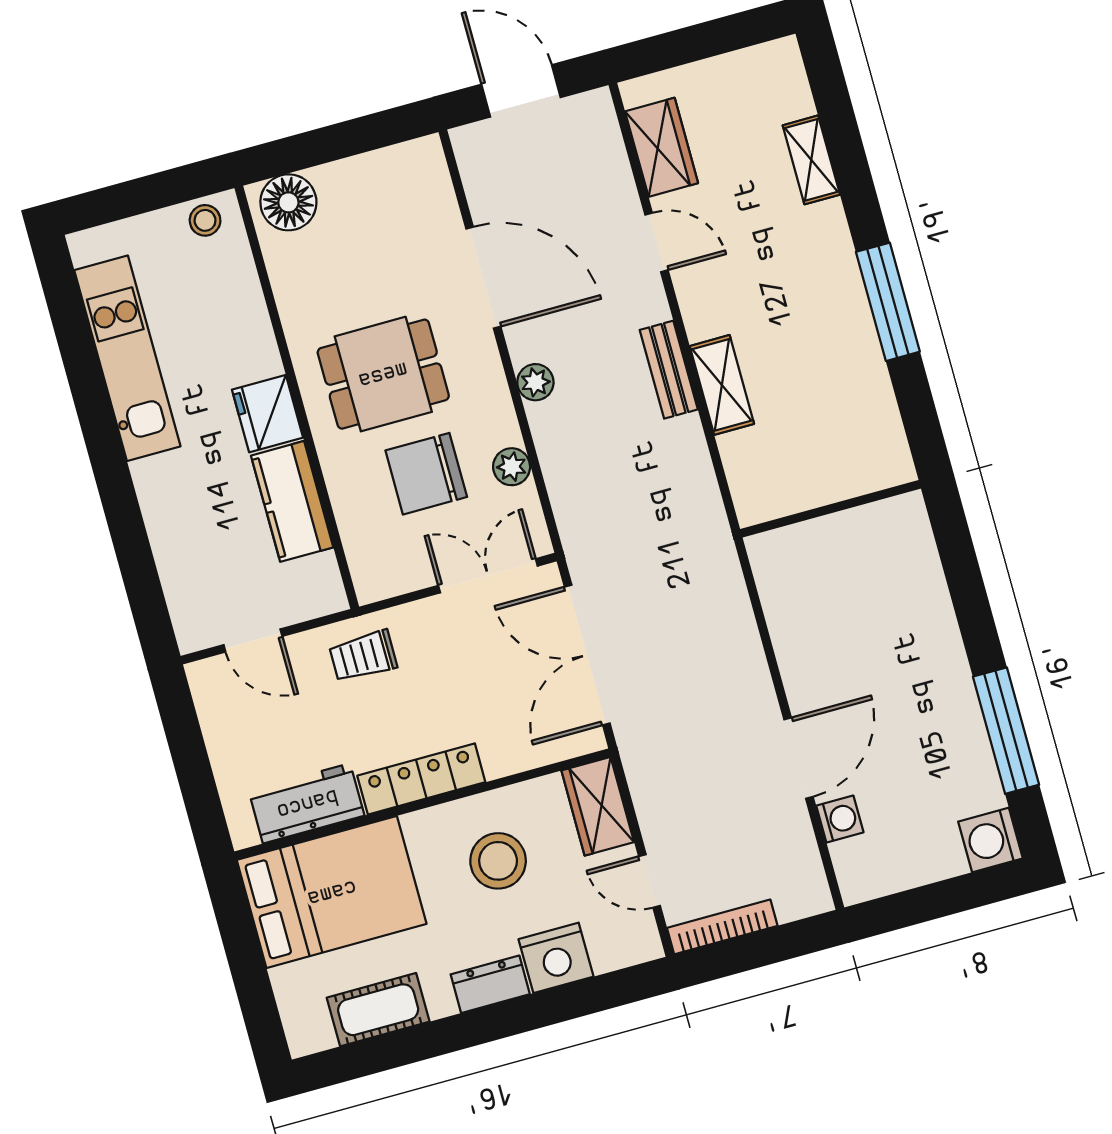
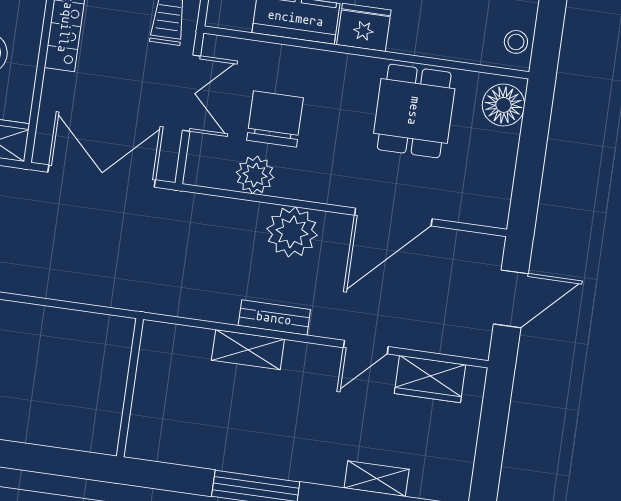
dining table: (383, 374) -> (414, 111), moved
plant: (535, 382) -> (292, 232), width x1.88, depth x1.88
plant: (512, 467) -> (255, 175), width x1.38, depth x1.38
double door: (488, 576) -> (191, 93), moved

